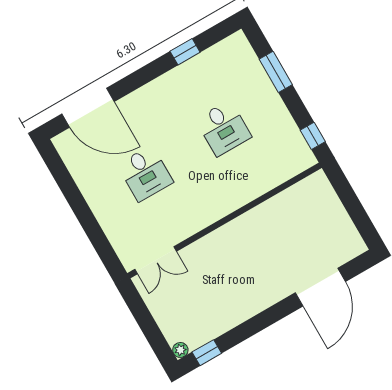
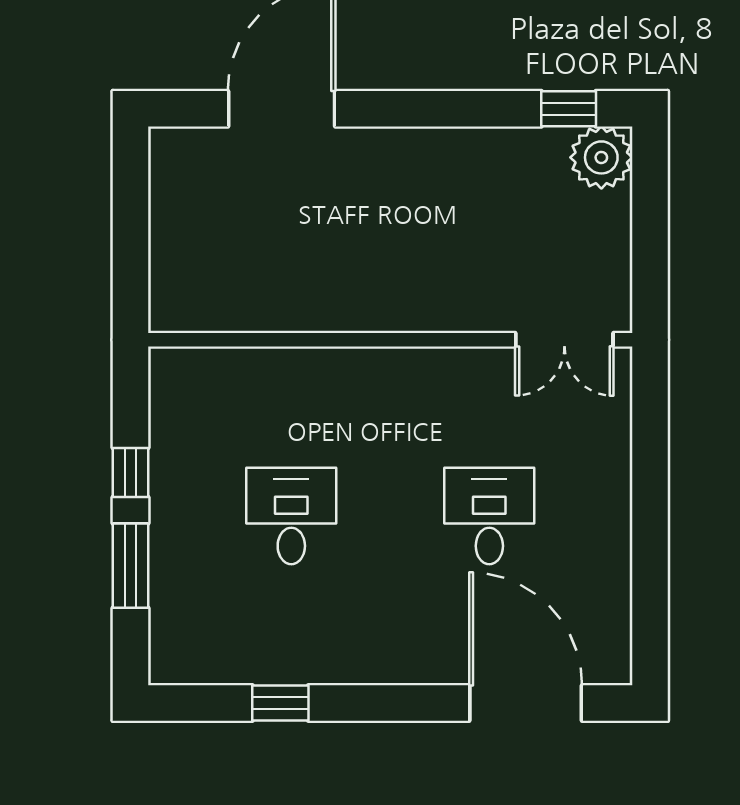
window: (313, 136) -> (131, 472), moved
double door: (156, 260) -> (564, 340), swing flipped
plant: (180, 350) -> (601, 157), width x1.87, depth x1.87

